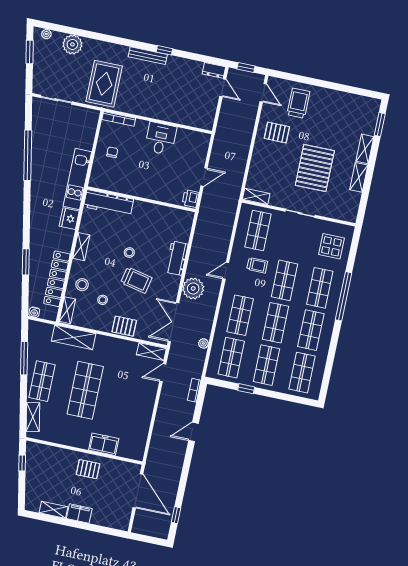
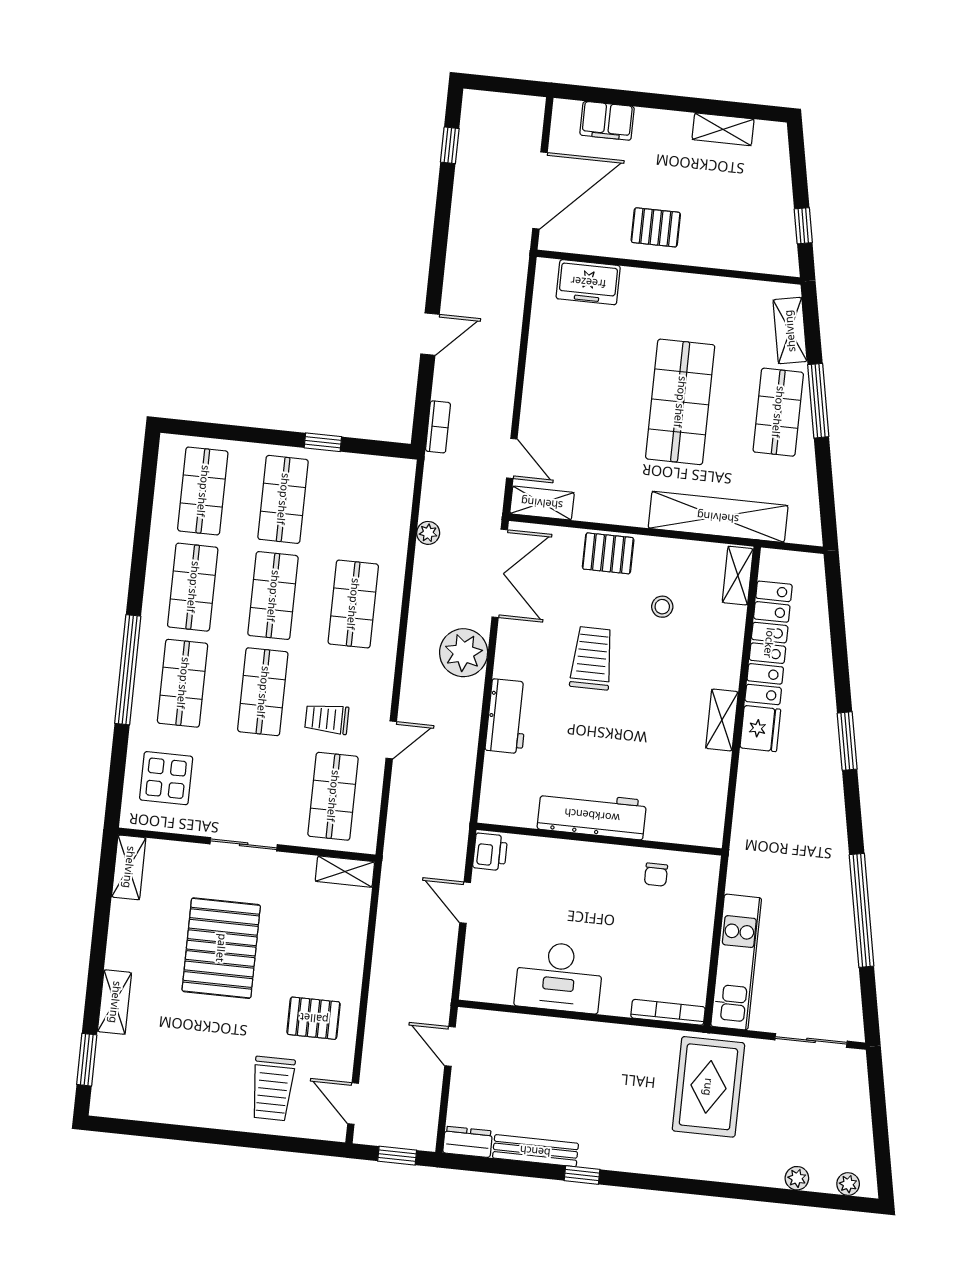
plant: (72, 44) -> (797, 1178), width x0.53, depth x0.53
window: (30, 52) -> (881, 1141), removed
bench: (148, 56) -> (535, 1151), moved
door: (223, 88) -> (450, 1046), moved
desk: (161, 139) -> (559, 977), width x1.37
chair: (112, 152) -> (656, 875), moved
door: (204, 177) -> (465, 903), hinge flipped
shelving: (359, 177) -> (129, 867), moved
kitchen unit: (77, 179) -> (736, 962), moved
workbench: (109, 203) -> (592, 815), moved
fridge: (69, 219) -> (760, 729), moved
stool: (129, 253) -> (614, 718), removed
window: (26, 262) -> (847, 741), moved
door: (226, 271) -> (391, 740), moved
trolley: (136, 280) -> (592, 658), turned 78
stool: (82, 285) -> (711, 636), removed
water cooler: (34, 312) -> (811, 564), removed
shelving: (74, 337) -> (718, 517), width x1.47
window: (24, 358) -> (818, 401), moved
shop shelf: (231, 358) -> (363, 508), removed
door: (163, 373) -> (512, 458), hinge flipped
freezer: (104, 444) -> (588, 282), moved
door: (138, 491) -> (540, 191), swing flipped
filing cabinet: (79, 513) -> (607, 121), moved

